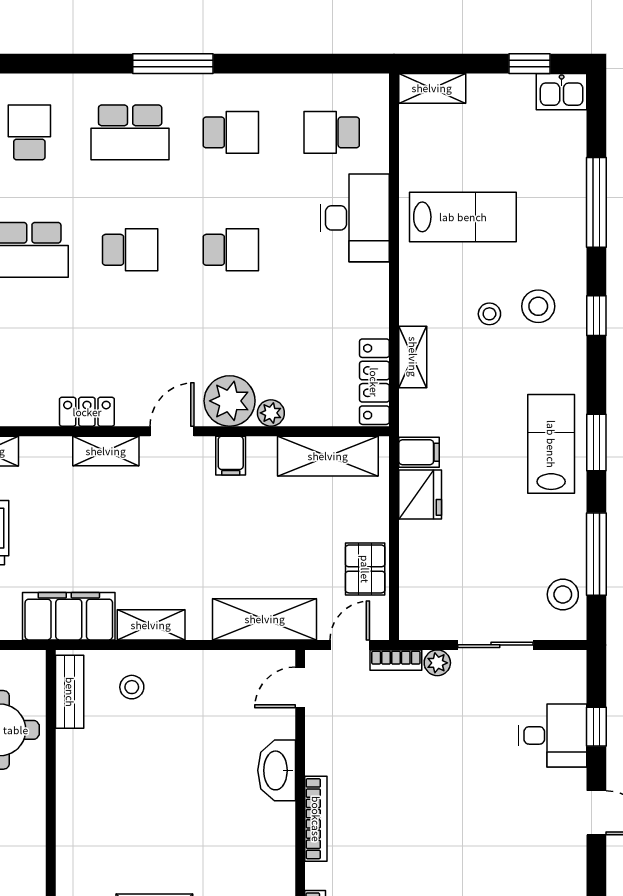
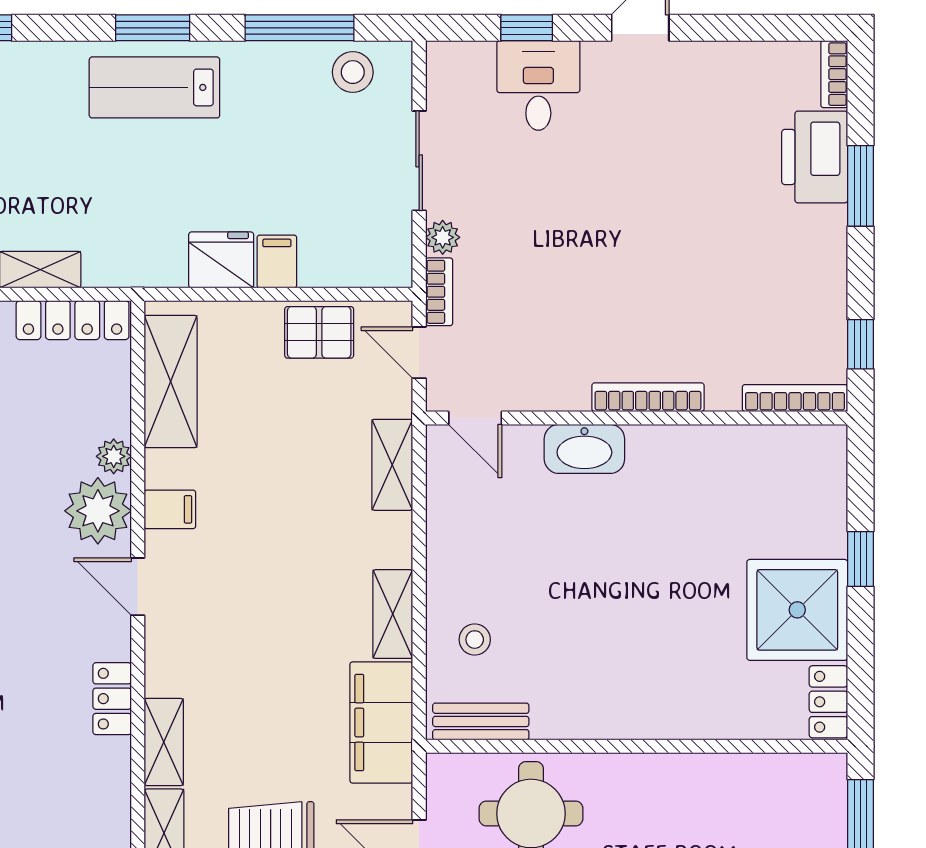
shelving: (106, 451) -> (164, 742), moved
filing cabinet: (419, 452) -> (277, 261), moved
shelving: (265, 619) -> (392, 465), width x0.67, depth x0.75

